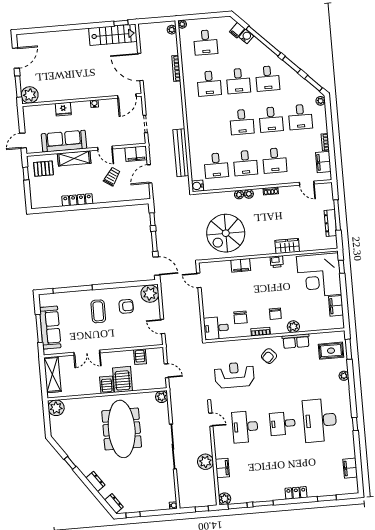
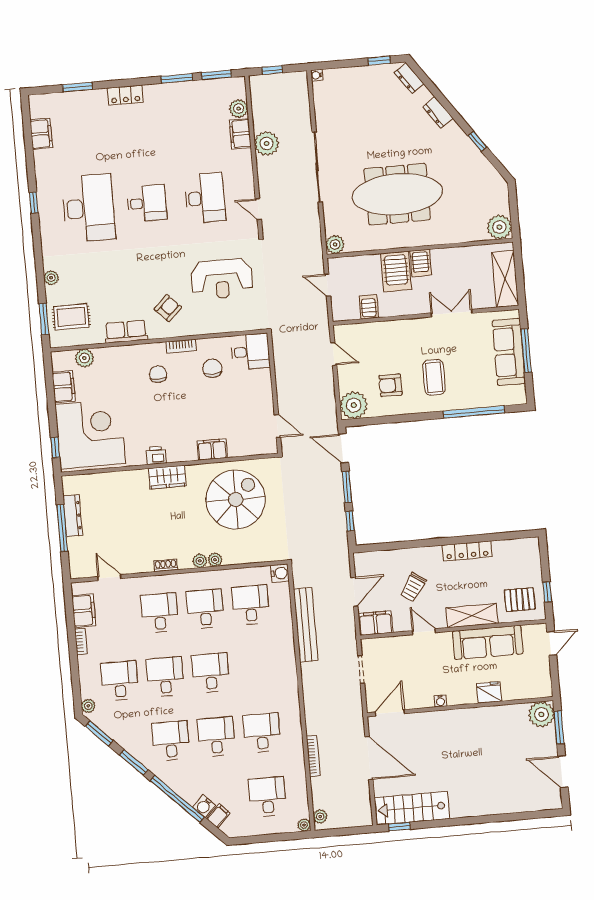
door: (16, 58) -> (563, 772), hinge flipped
wardrobe: (287, 246) -> (167, 477), moved
plant: (293, 327) -> (84, 358), moved
meeting table: (122, 429) -> (397, 194), turned 90
plant: (225, 499) -> (239, 109), moved

